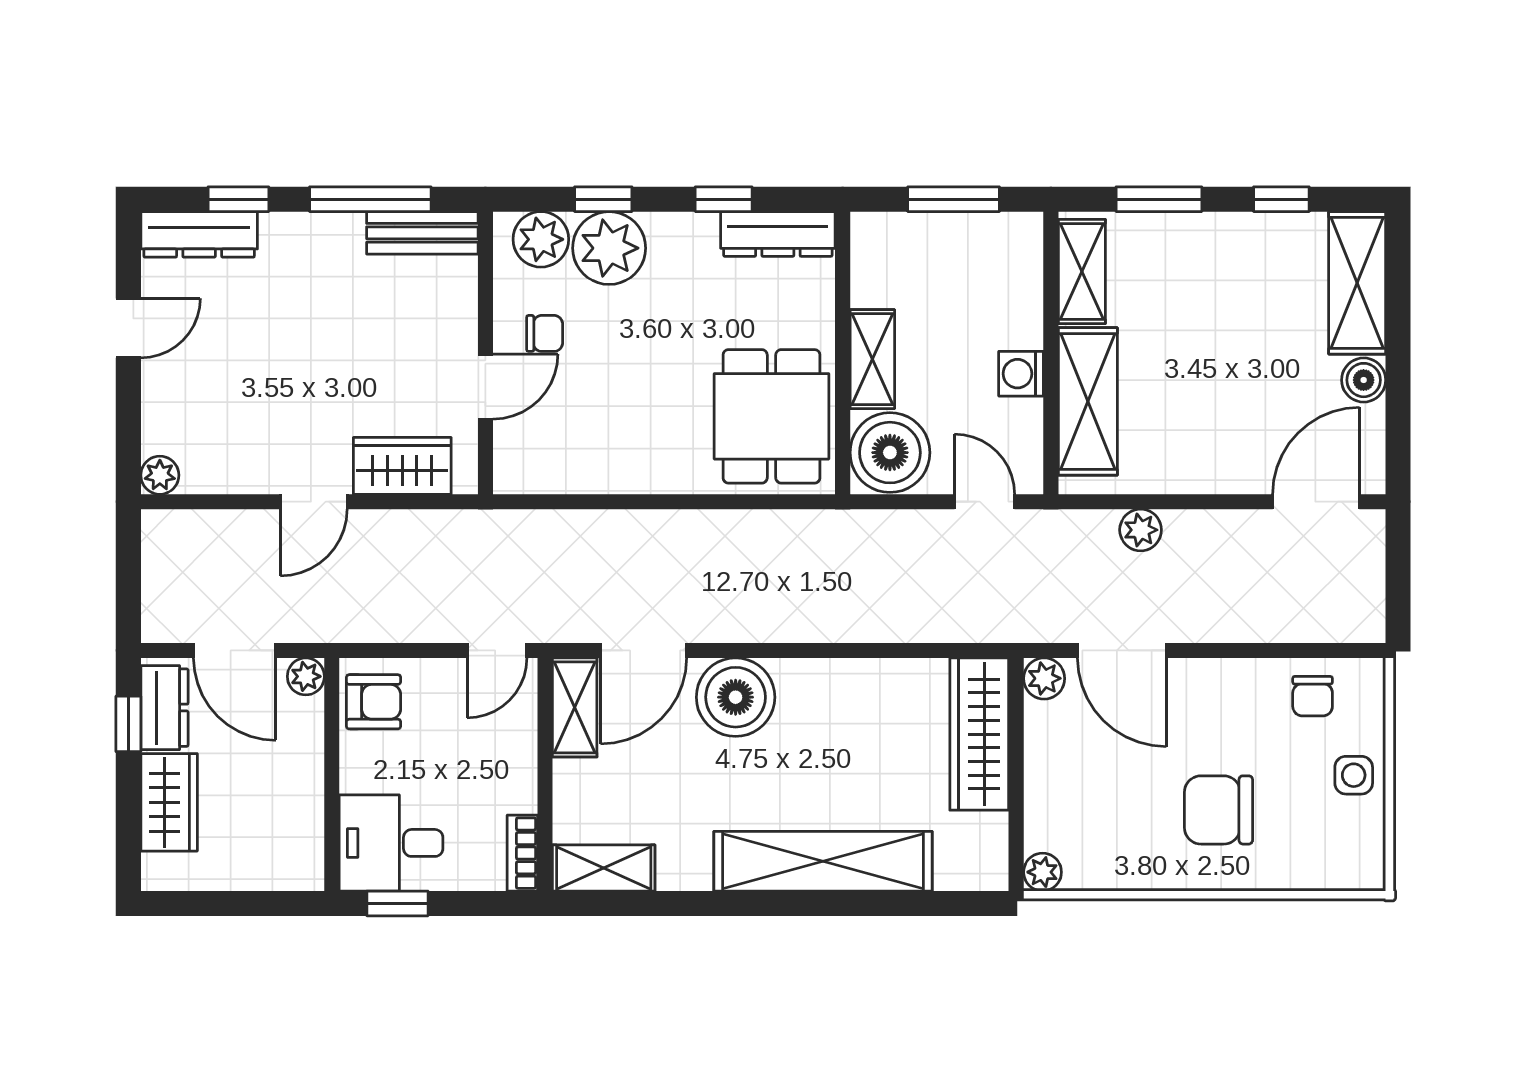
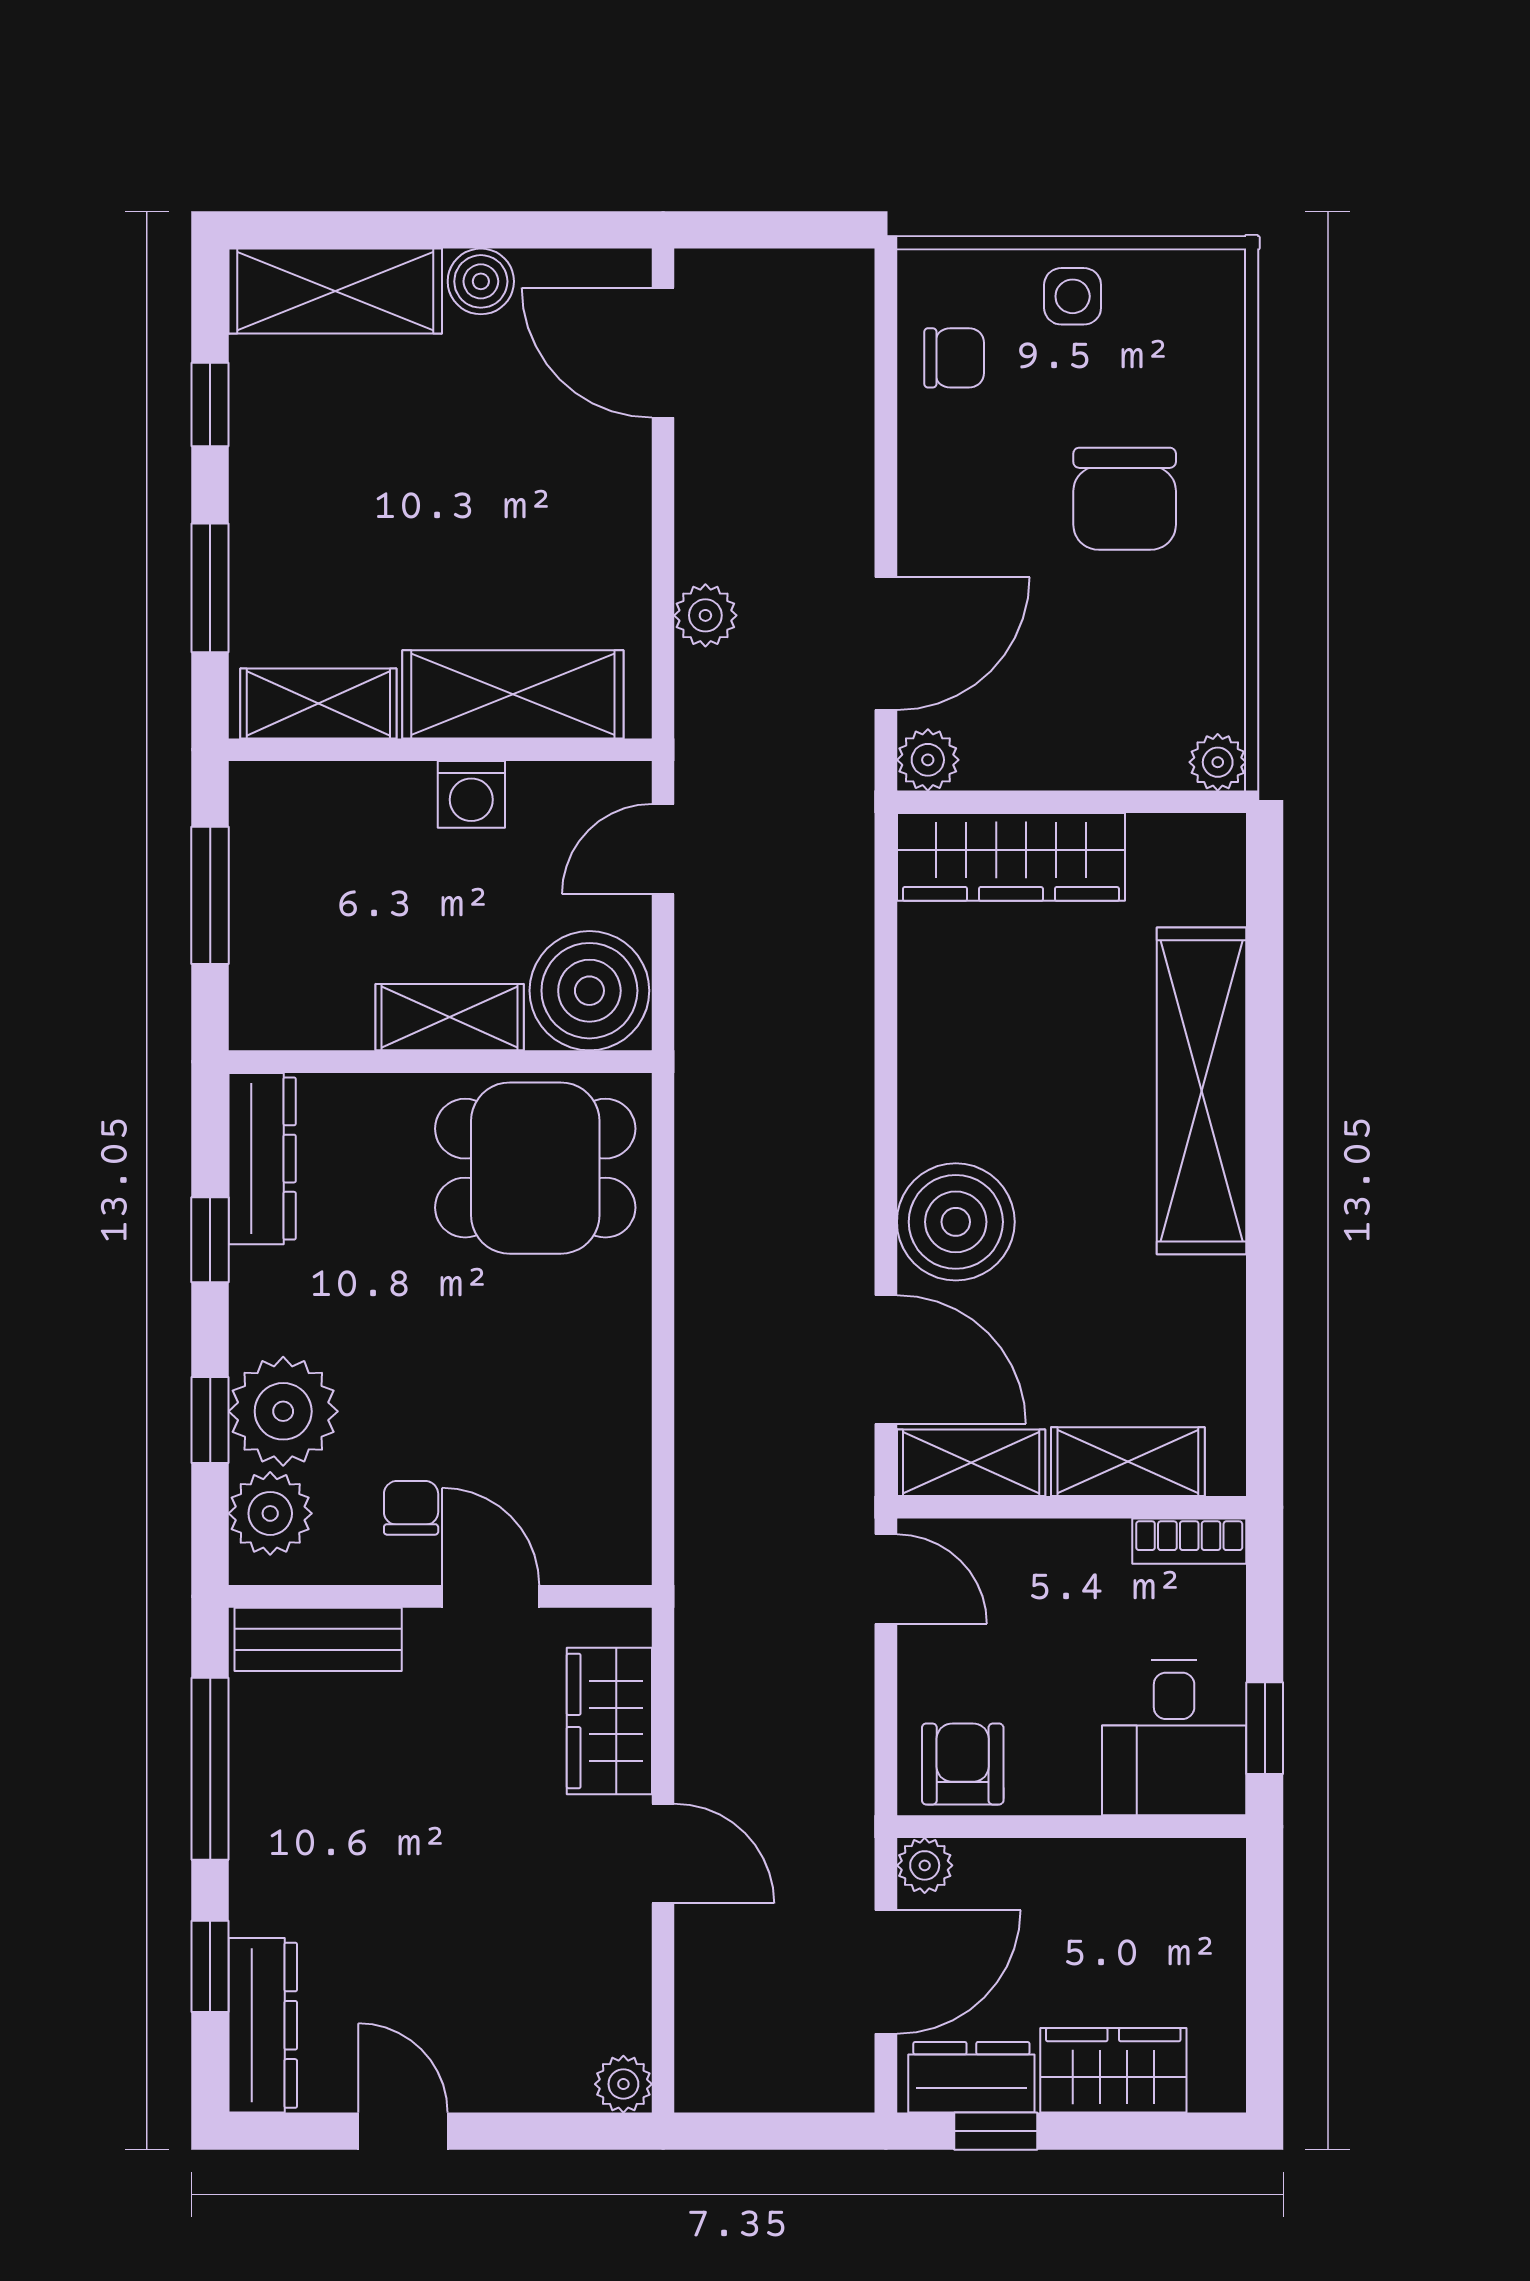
bench: (422, 233) -> (318, 1639), moved, turned 90
shelving: (604, 868) -> (1128, 1462), moved, turned 90

